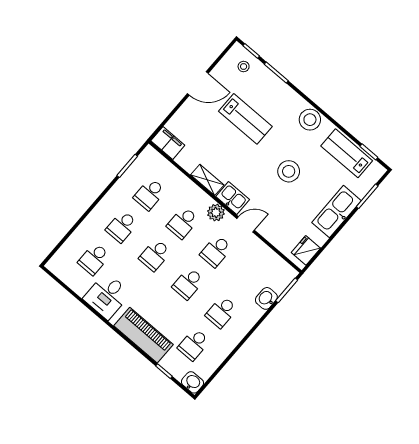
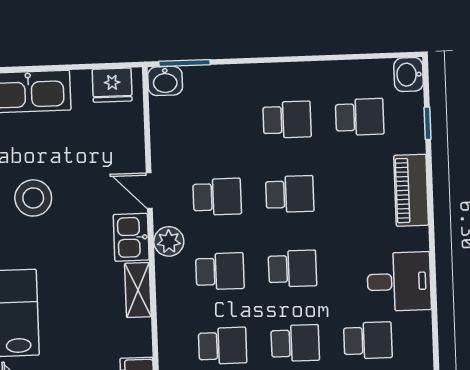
washbasin: (266, 298) -> (165, 81), moved
piano: (144, 335) -> (411, 190), width x0.73, depth x0.75

